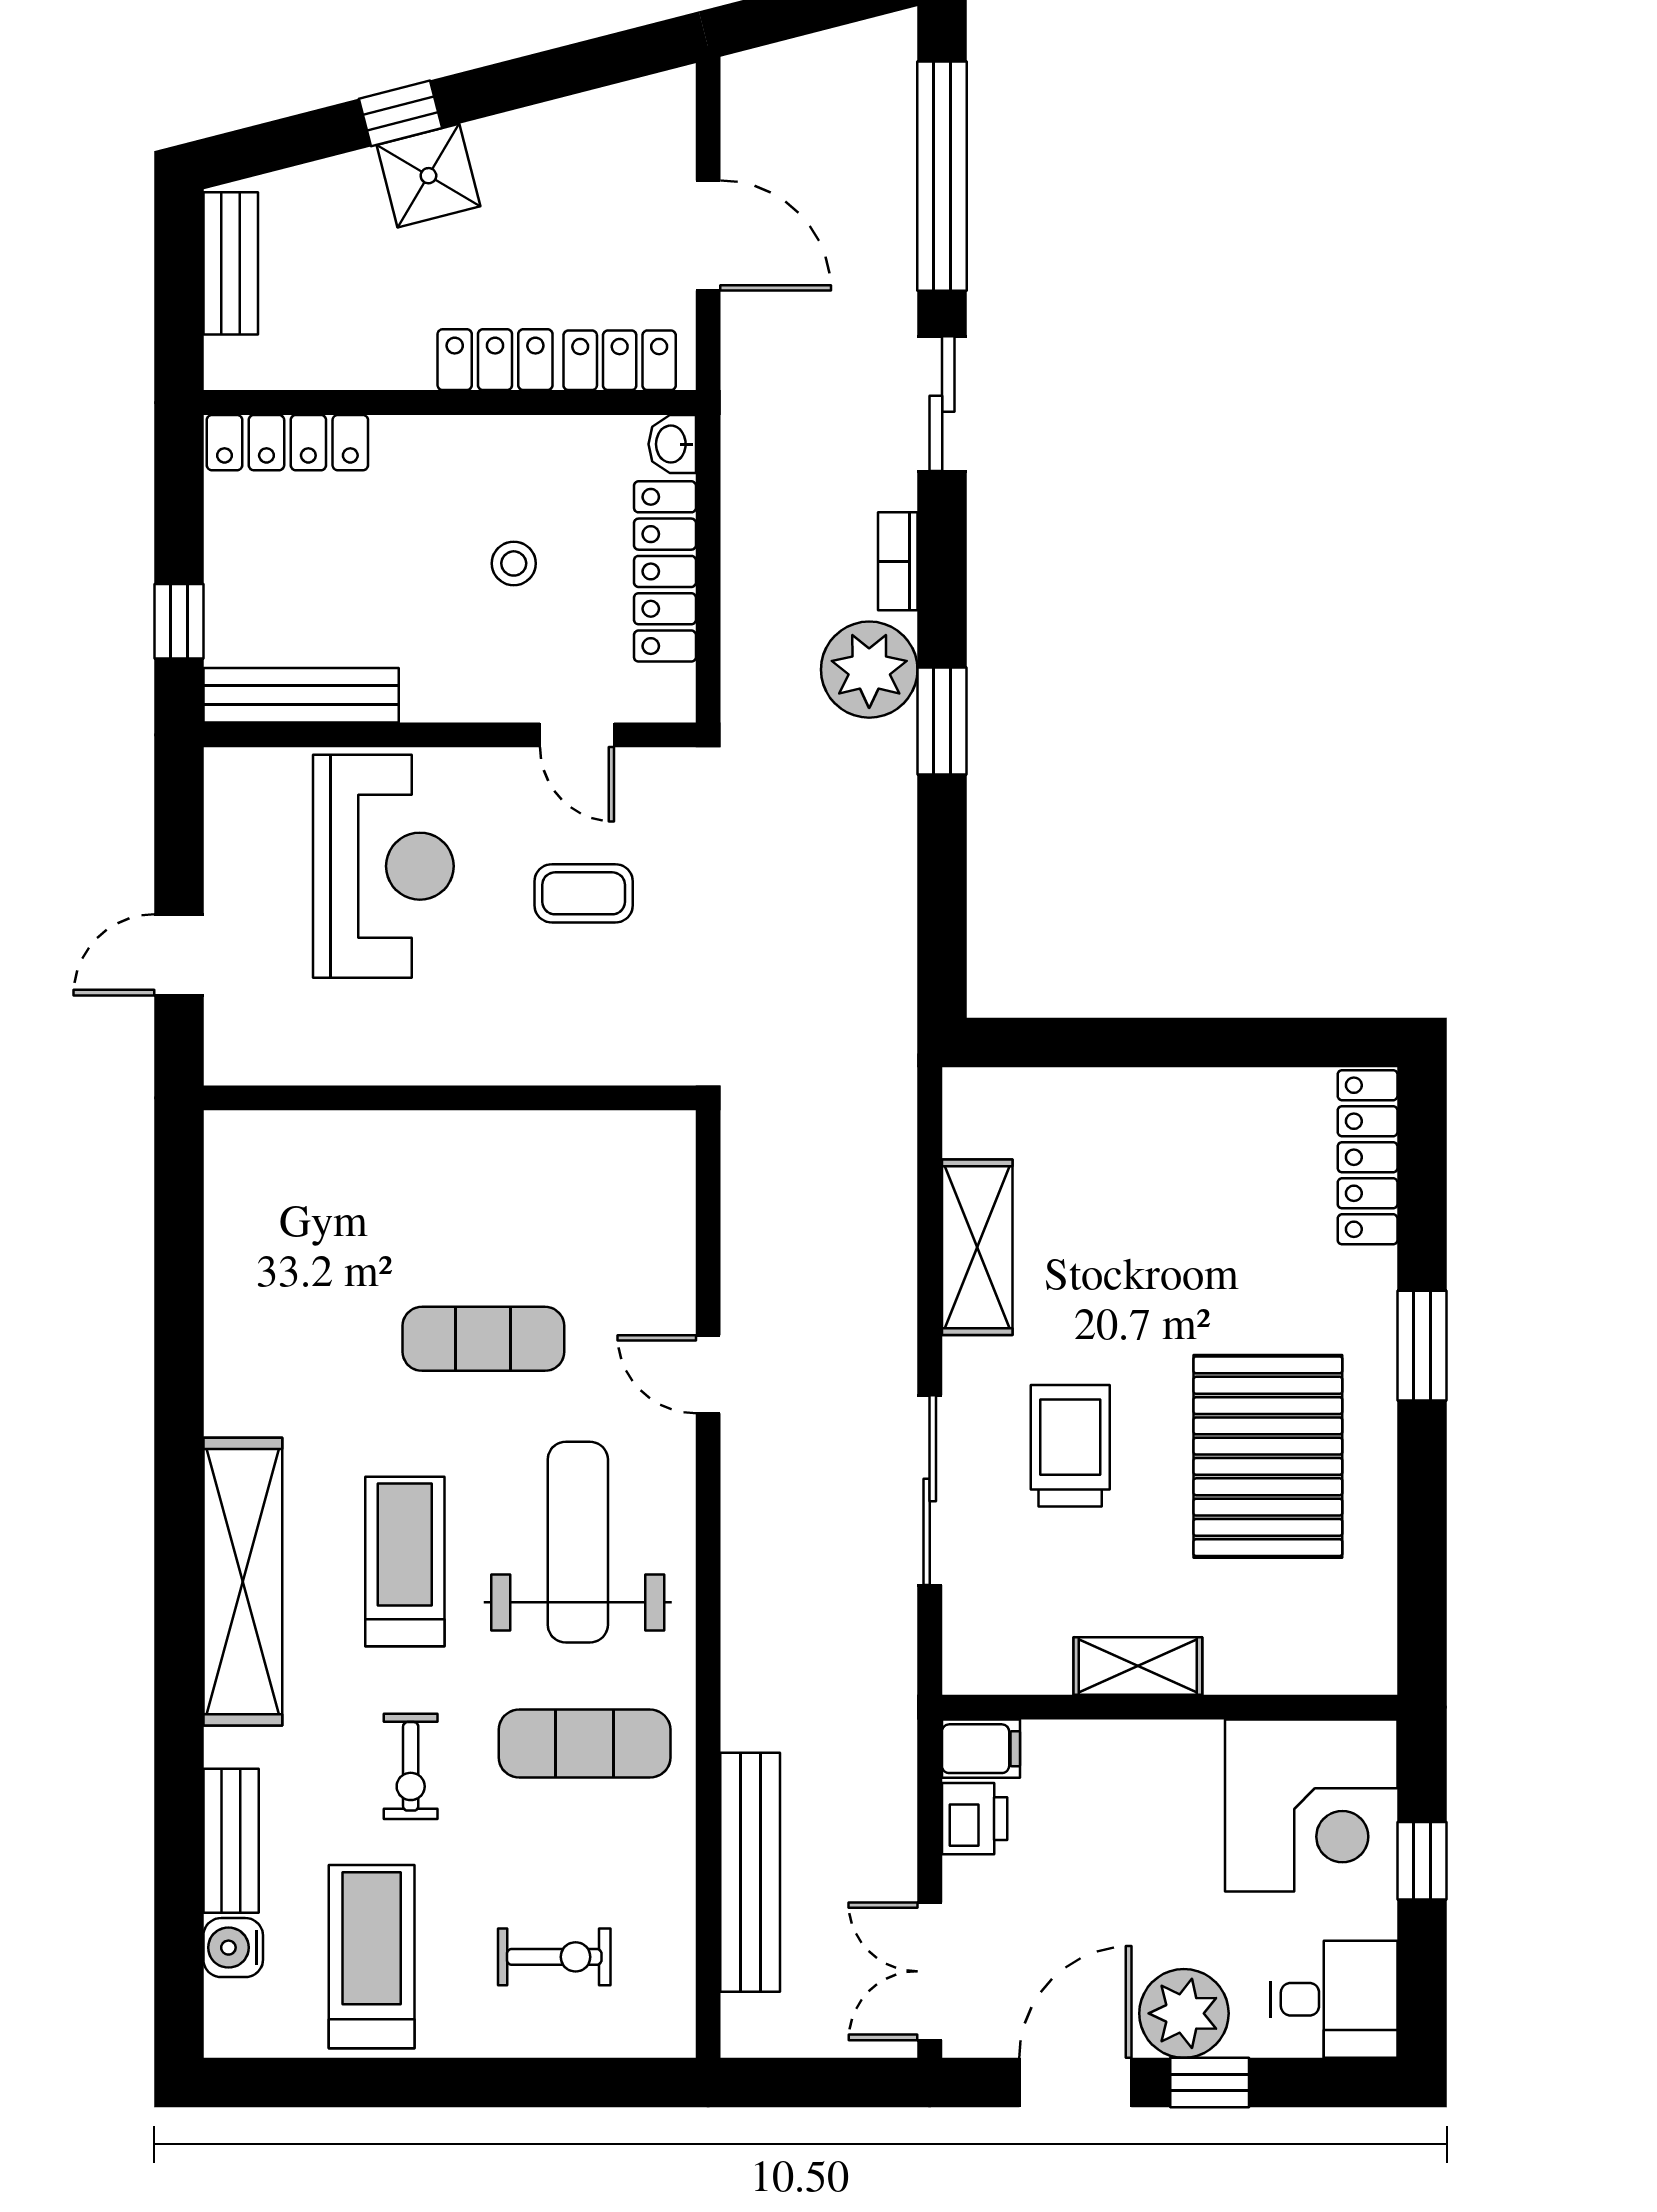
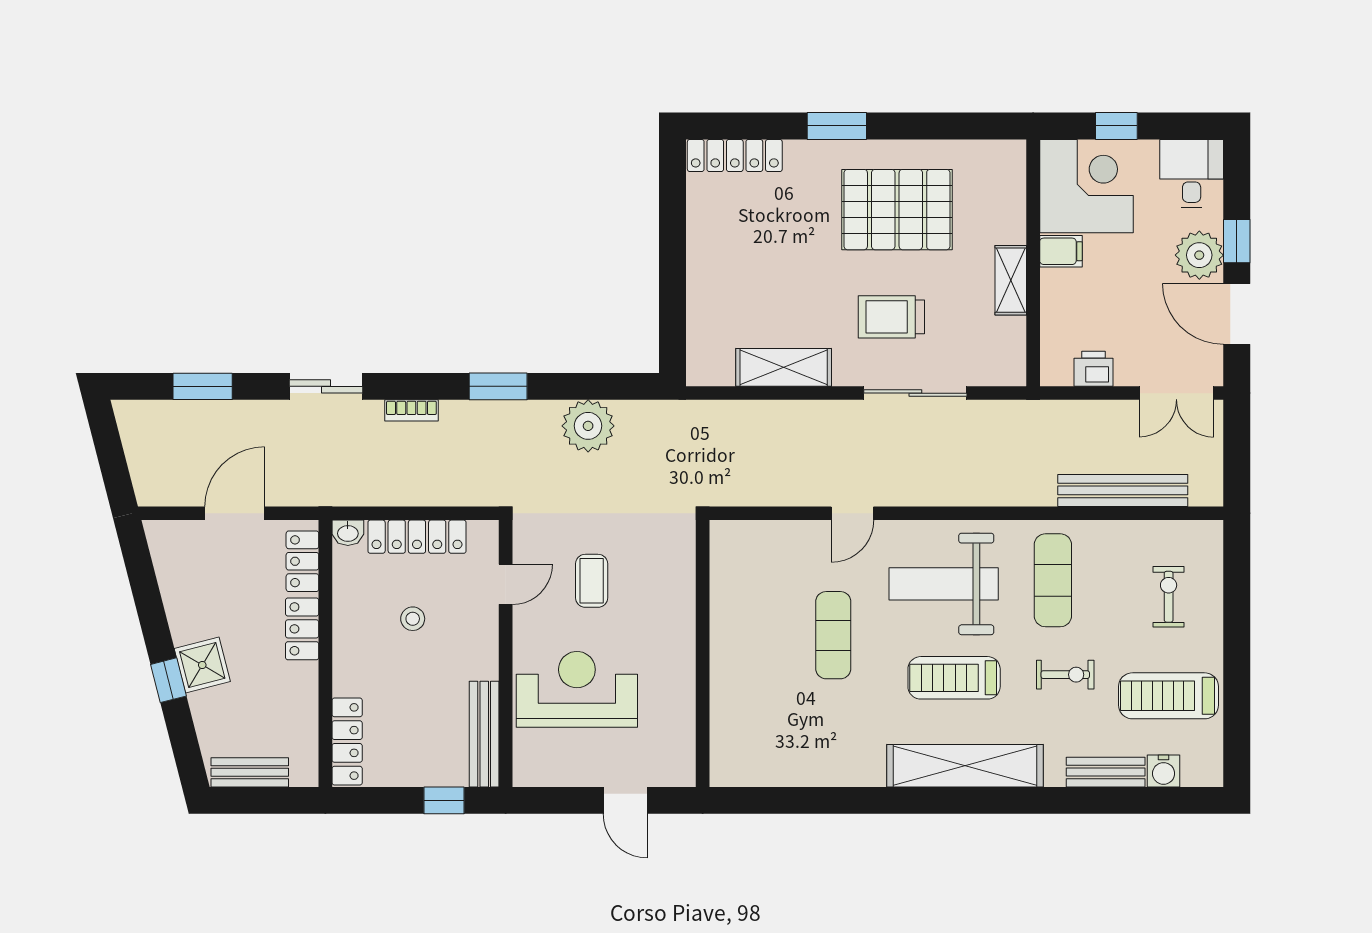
window: (942, 176) -> (203, 386), width x0.47
plant: (869, 670) -> (588, 426), moved
filing cabinet: (981, 1749) -> (1061, 251), moved, turned 90

